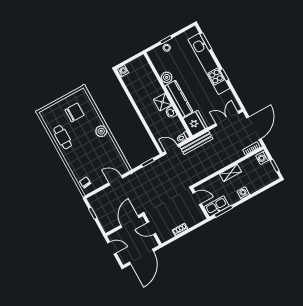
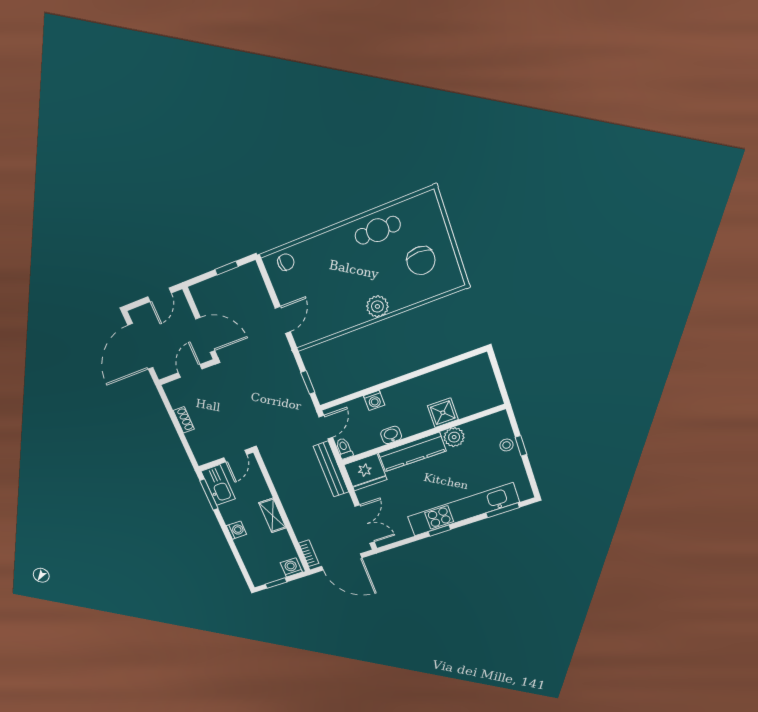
washing machine: (123, 71) -> (374, 400), moved
shower: (162, 102) -> (443, 413), moved
door: (142, 257) -> (141, 346), hinge flipped

